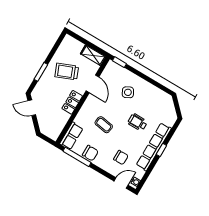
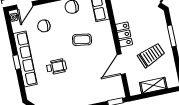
shelving: (93, 55) -> (153, 85), moved
door: (92, 84) -> (121, 64), hinge flipped
side table: (128, 92) -> (86, 84), removed

